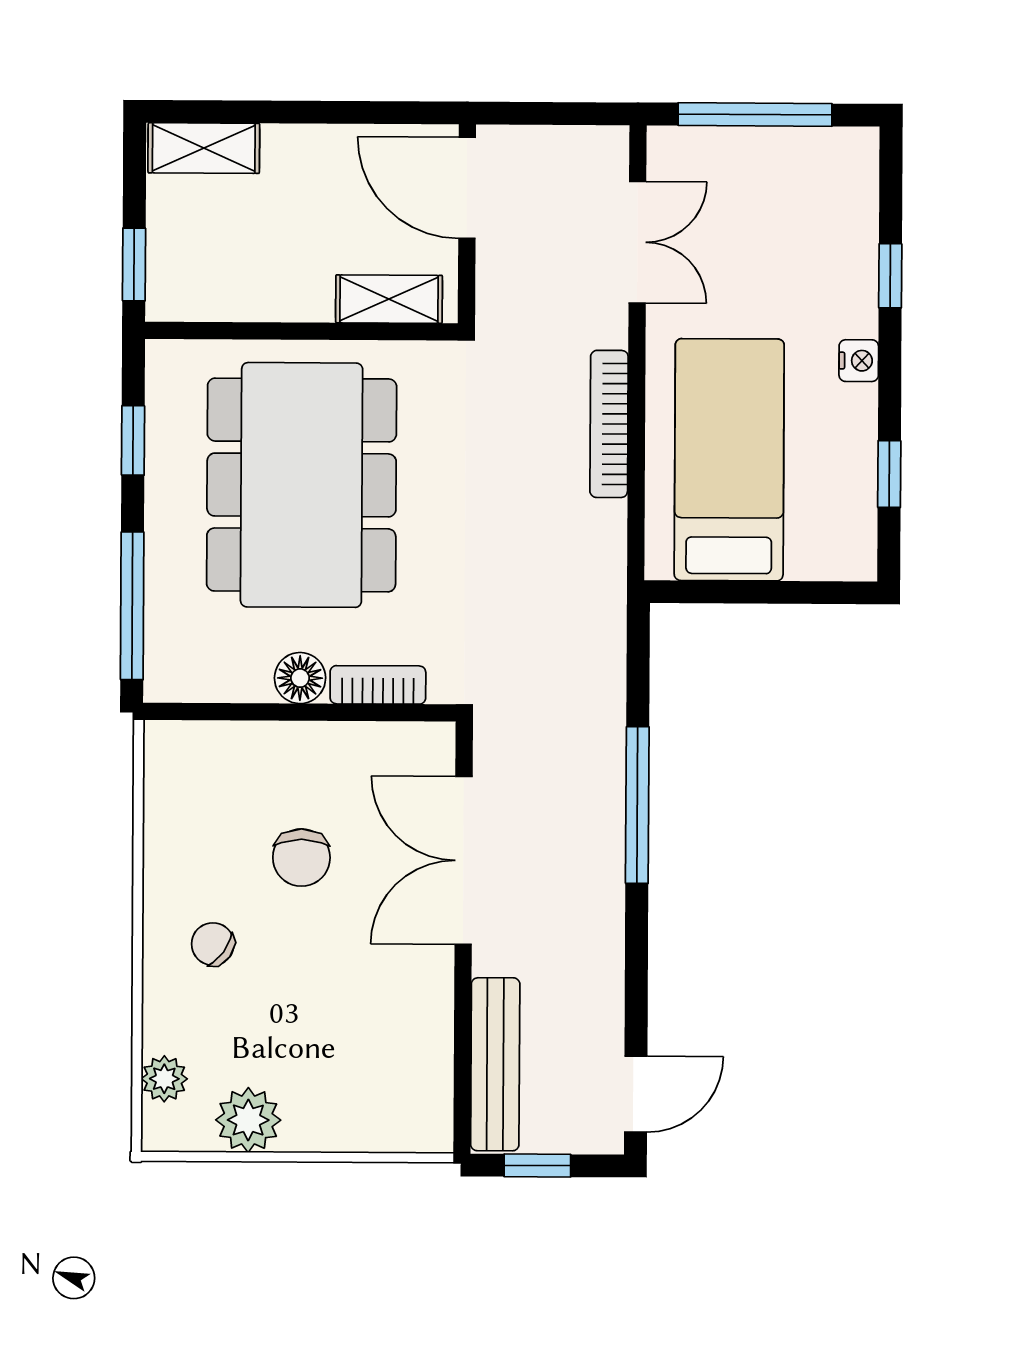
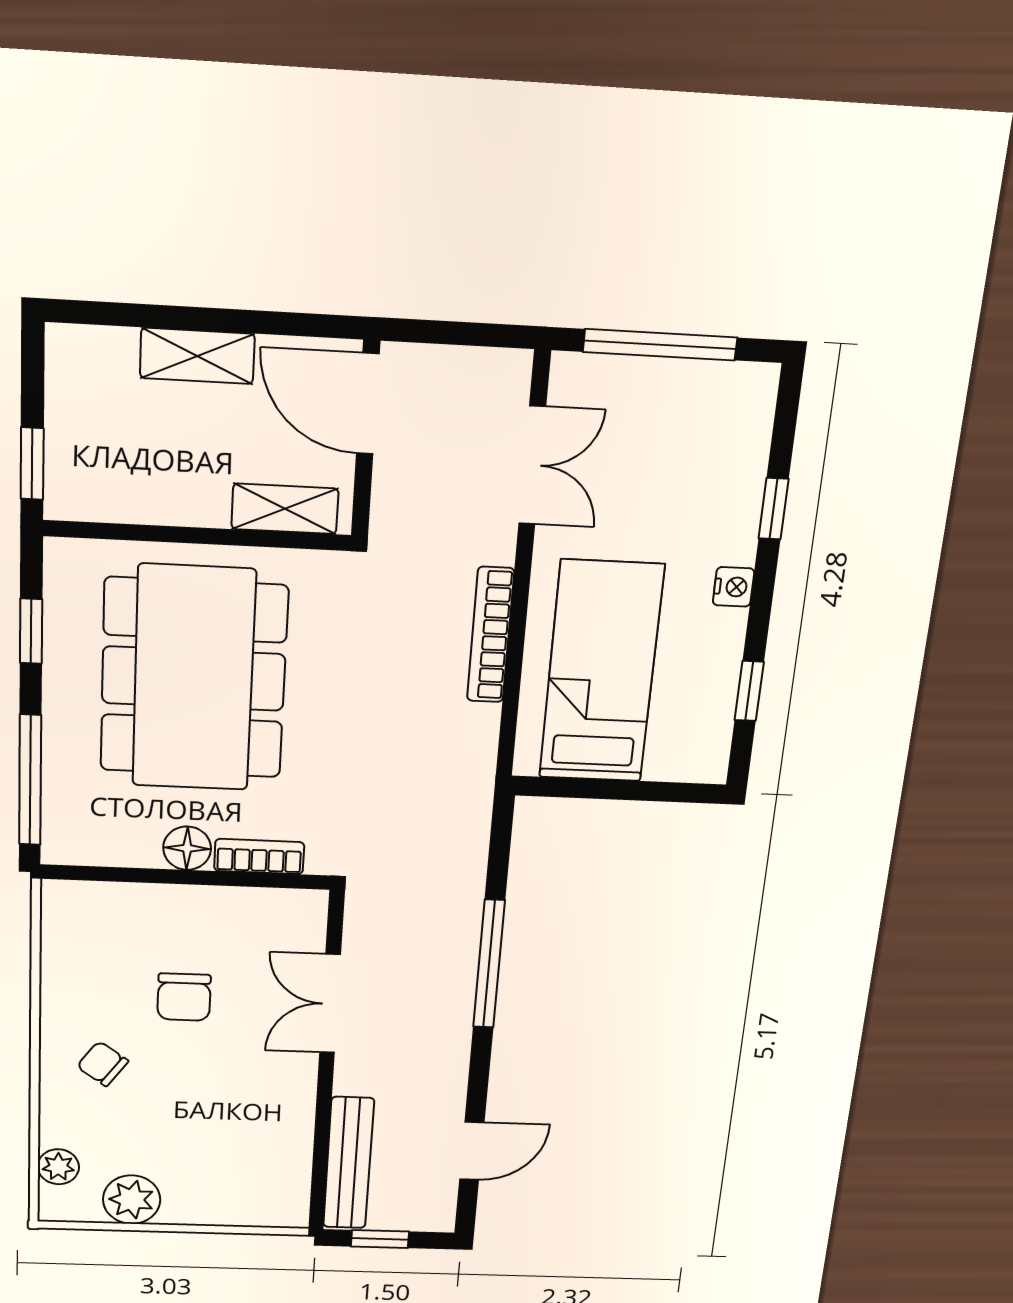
shelving: (204, 148) -> (197, 356), moved
double door: (464, 860) -> (330, 1004), width x0.73
door: (636, 1094) -> (472, 1151), moved

